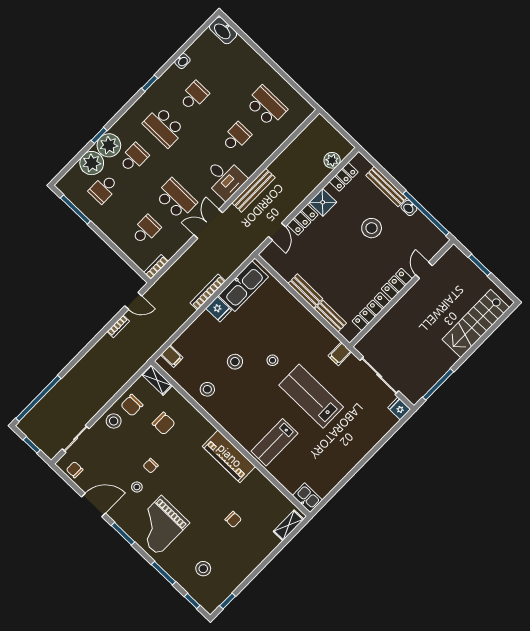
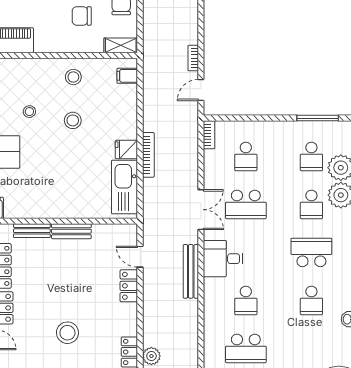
school desk: (104, 189) -> (311, 156), turned 180
shower: (323, 202) -> (126, 315), removed
stool: (273, 360) -> (29, 112), moved

